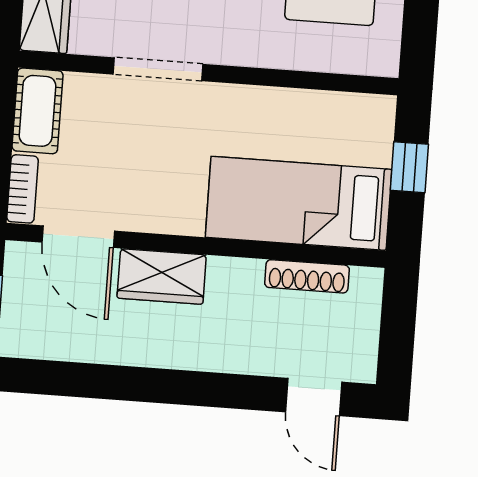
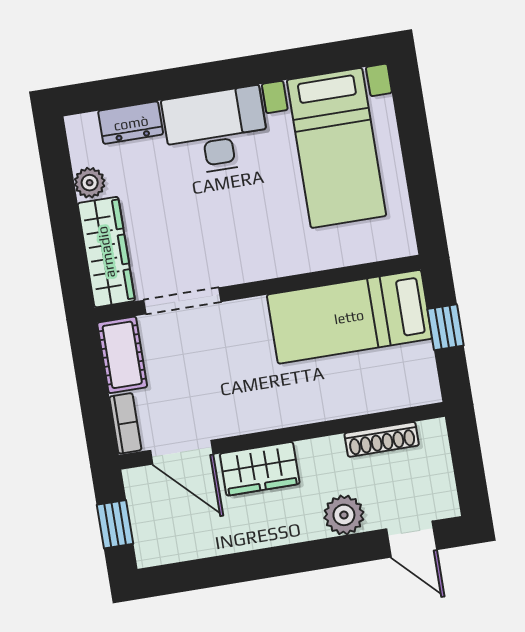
doorway: (158, 69) -> (182, 301), moved
bed: (299, 203) -> (349, 317), moved
plant: (244, 351) -> (344, 515), added

